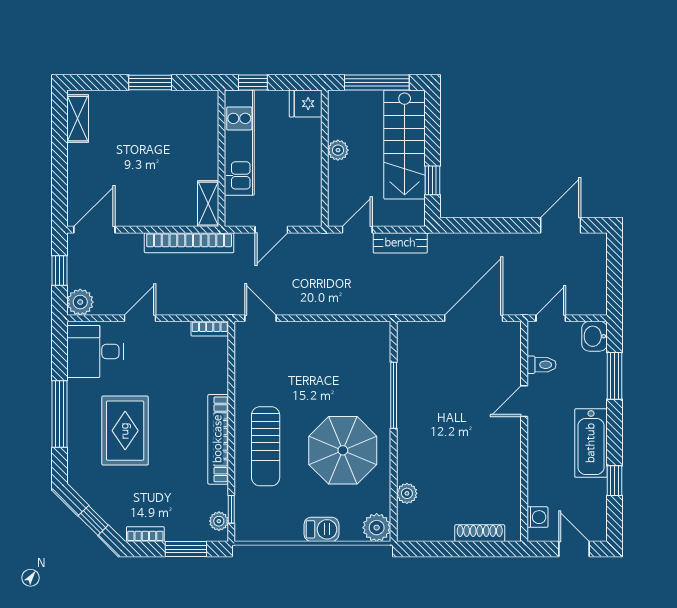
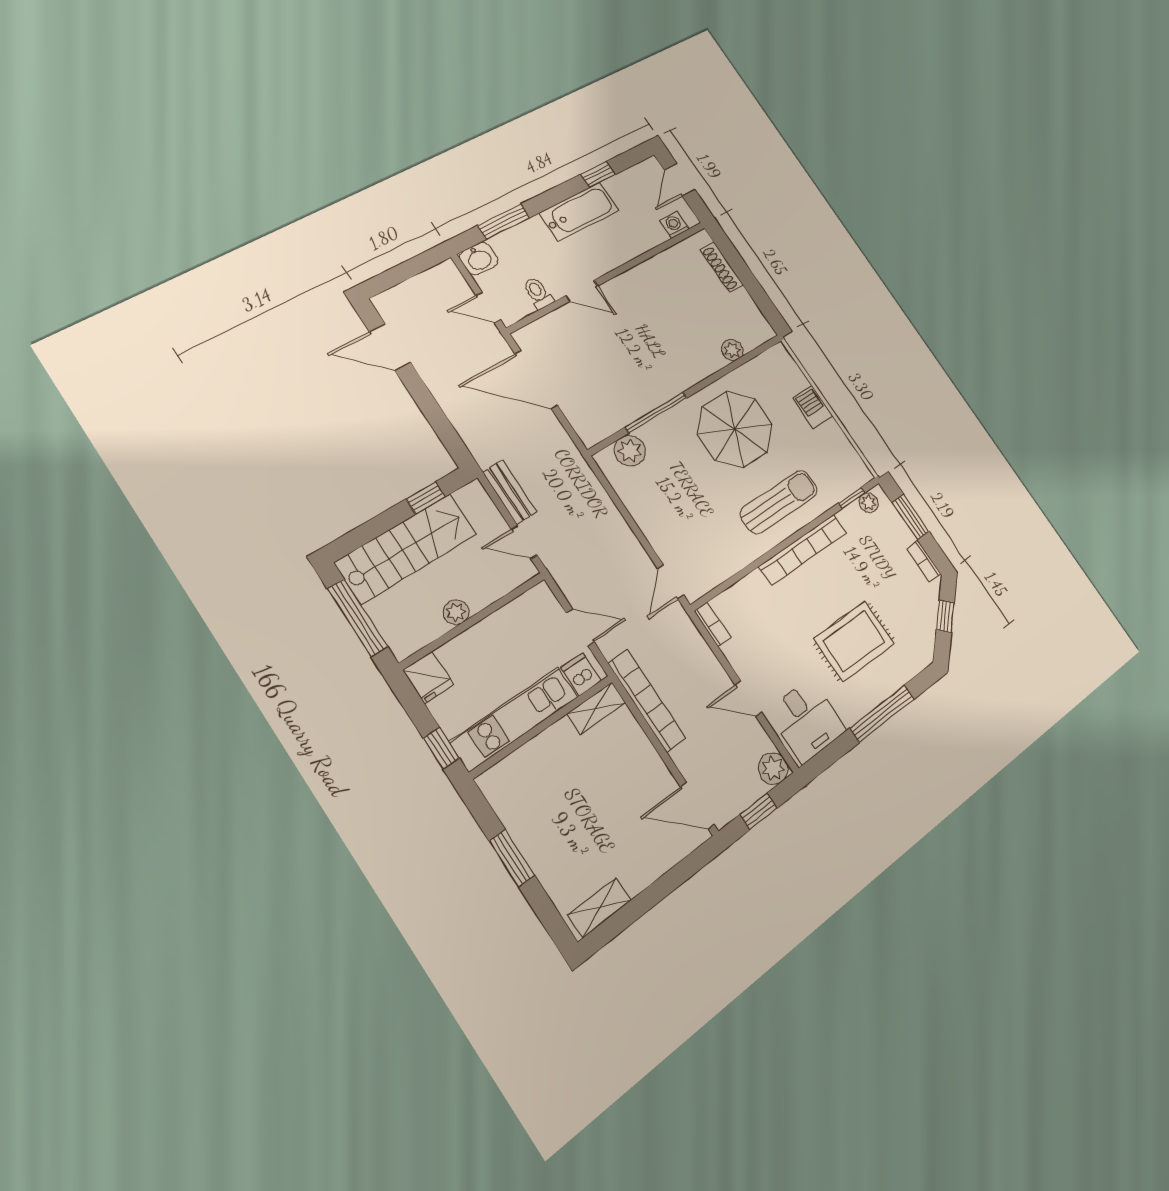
dishwasher: (239, 208) -> (581, 674), added
plant: (377, 528) -> (630, 451), moved

